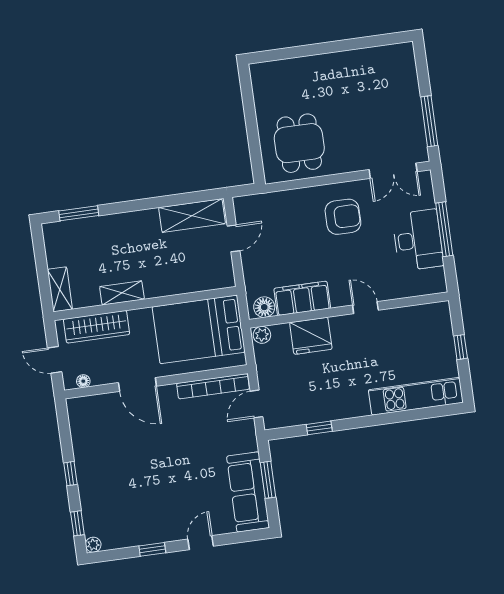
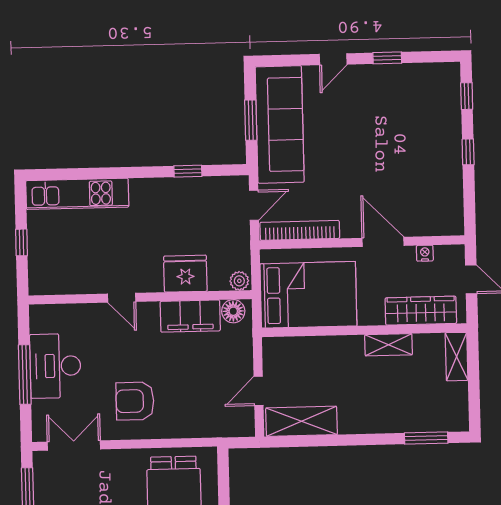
nightstand: (99, 379) -> (425, 253), added
floor lamp: (83, 381) -> (442, 252), removed
sofa: (248, 492) -> (280, 124), width x1.36, depth x1.27
plant: (93, 545) -> (452, 70), removed

